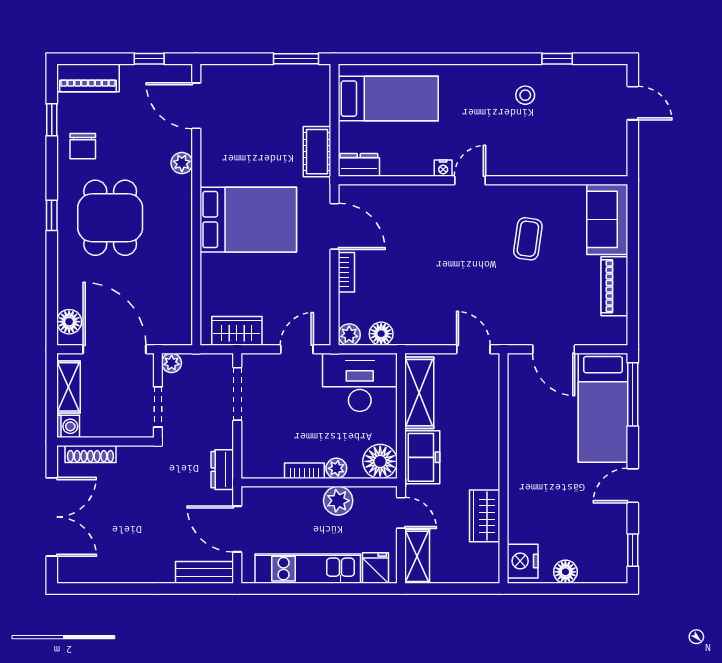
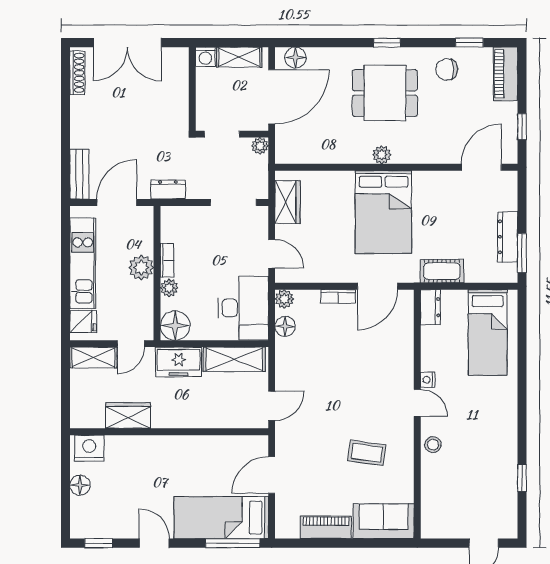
dresser: (277, 75) -> (508, 237), added
stool: (525, 95) -> (433, 445), moved
plant: (182, 163) -> (382, 155), moved
shoe rack: (90, 454) -> (77, 73), moved, turned 180
plant: (338, 501) -> (141, 268), moved

